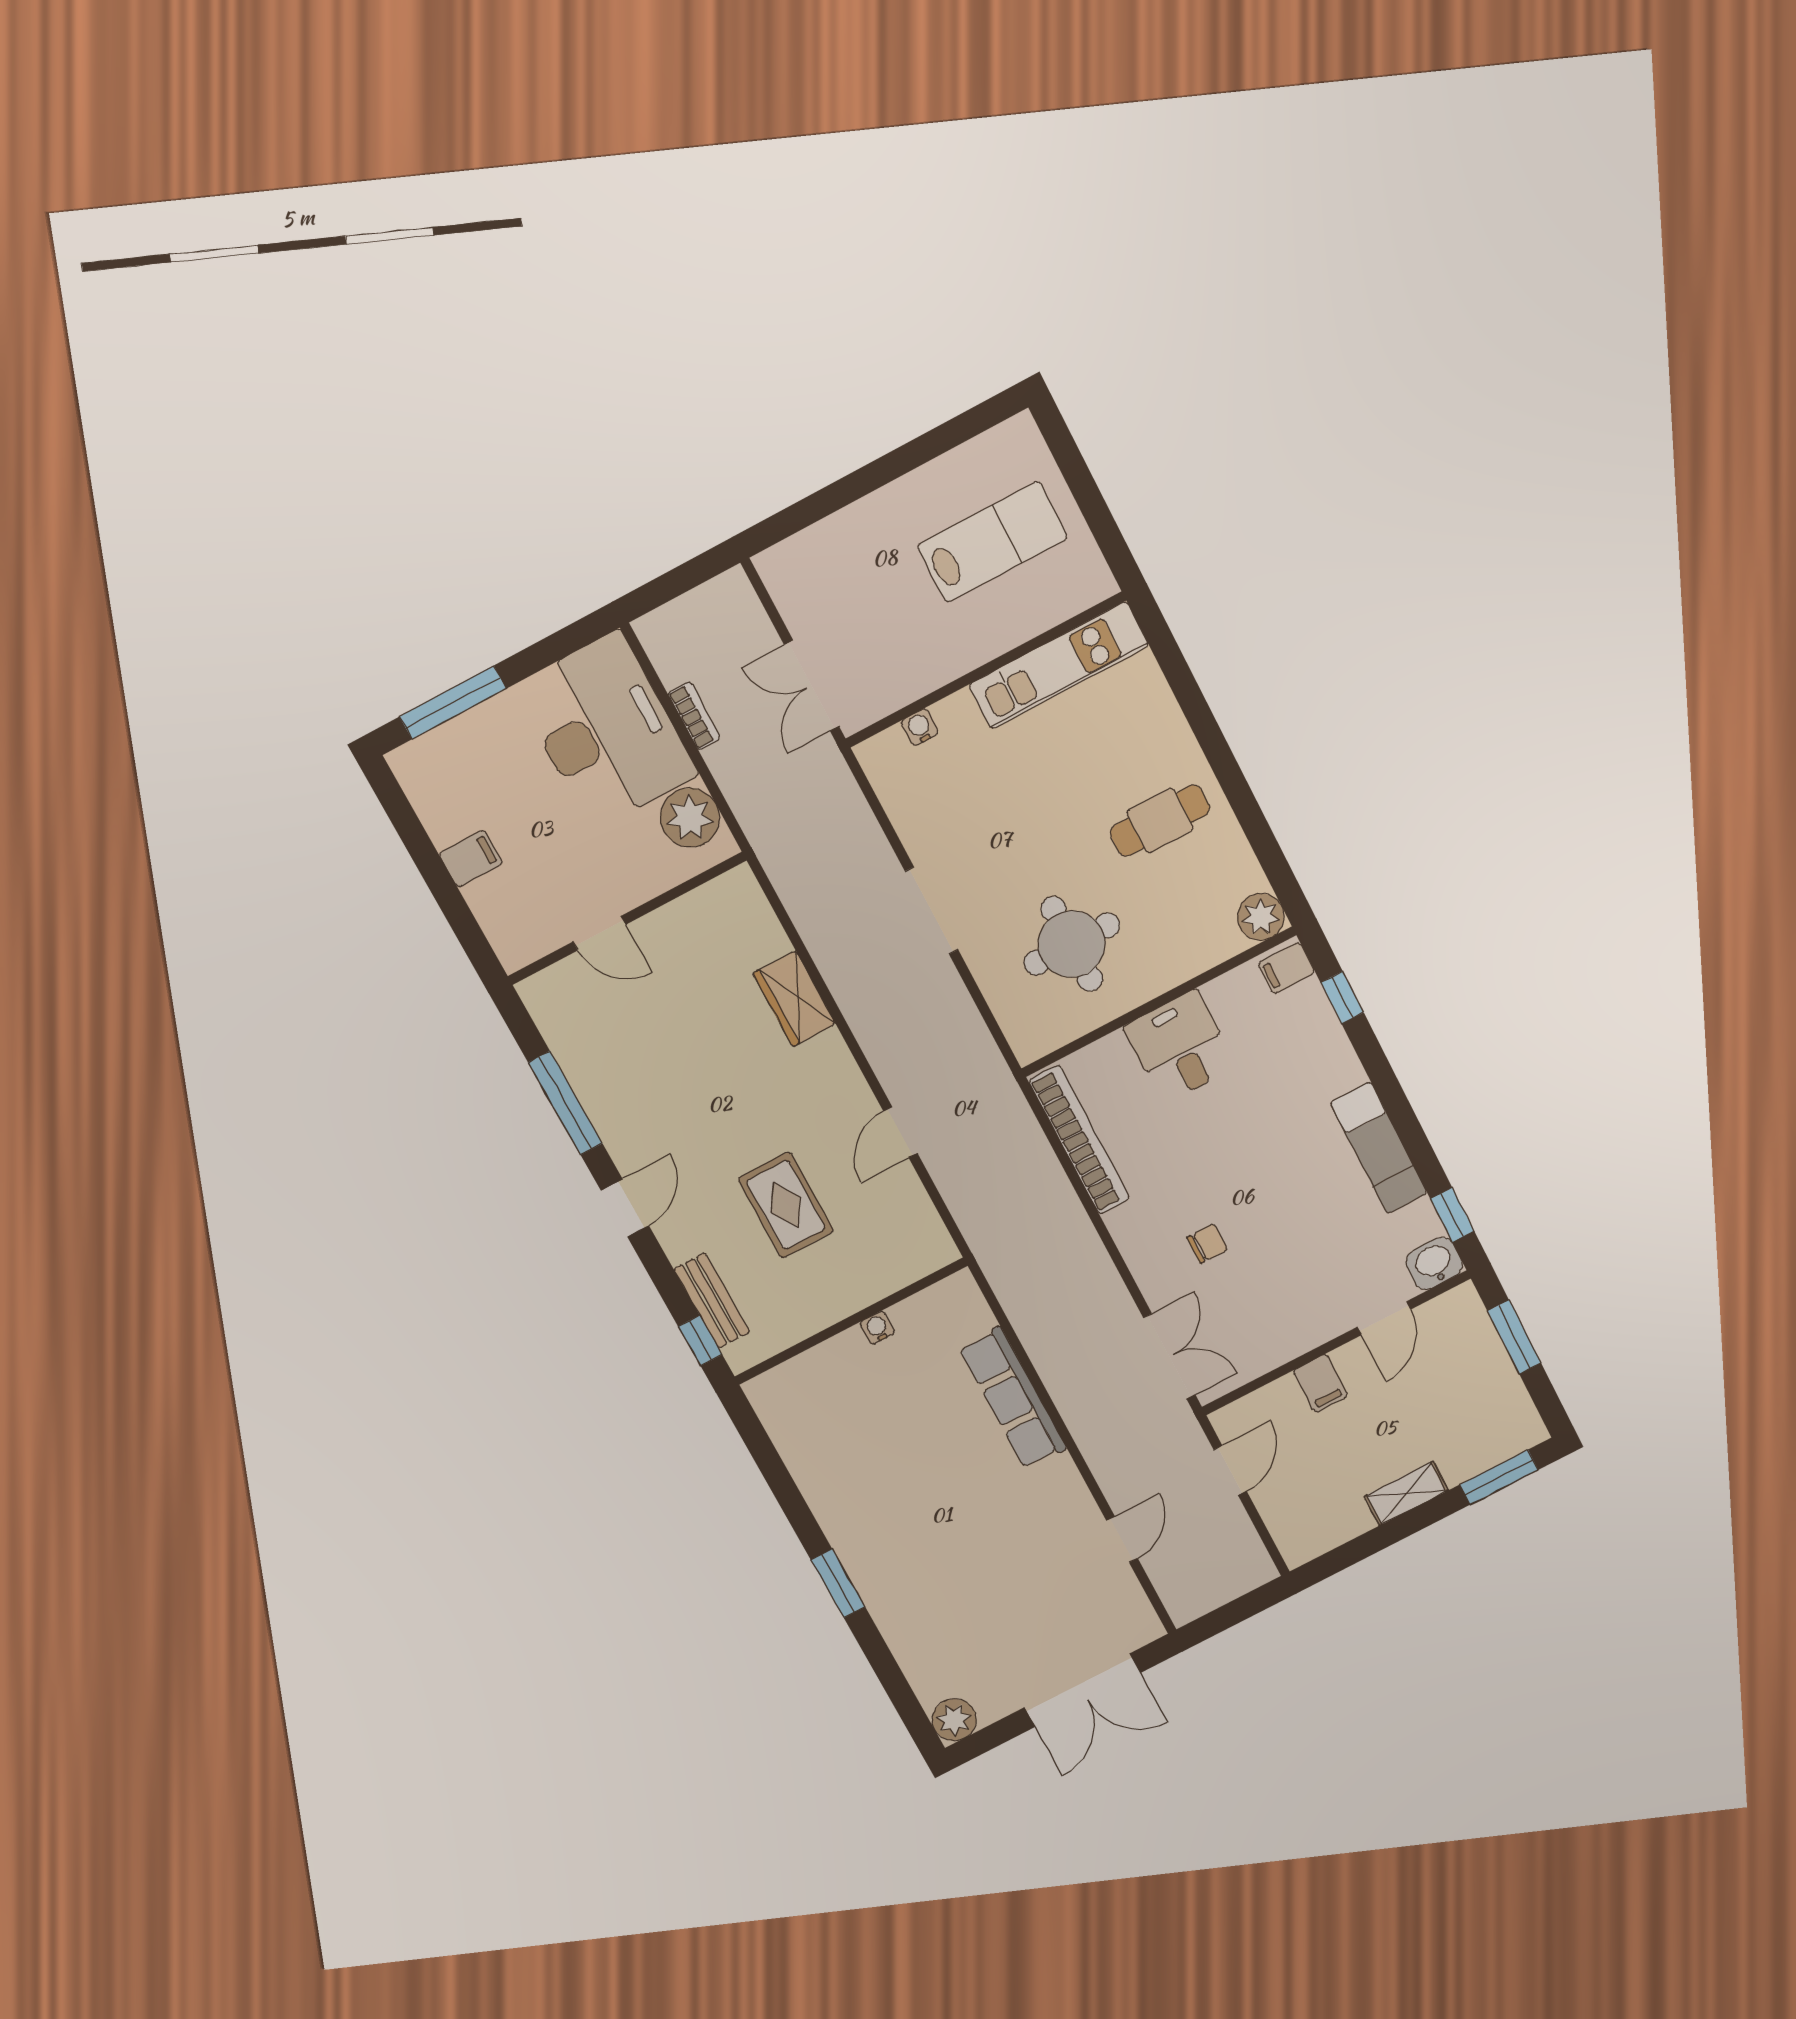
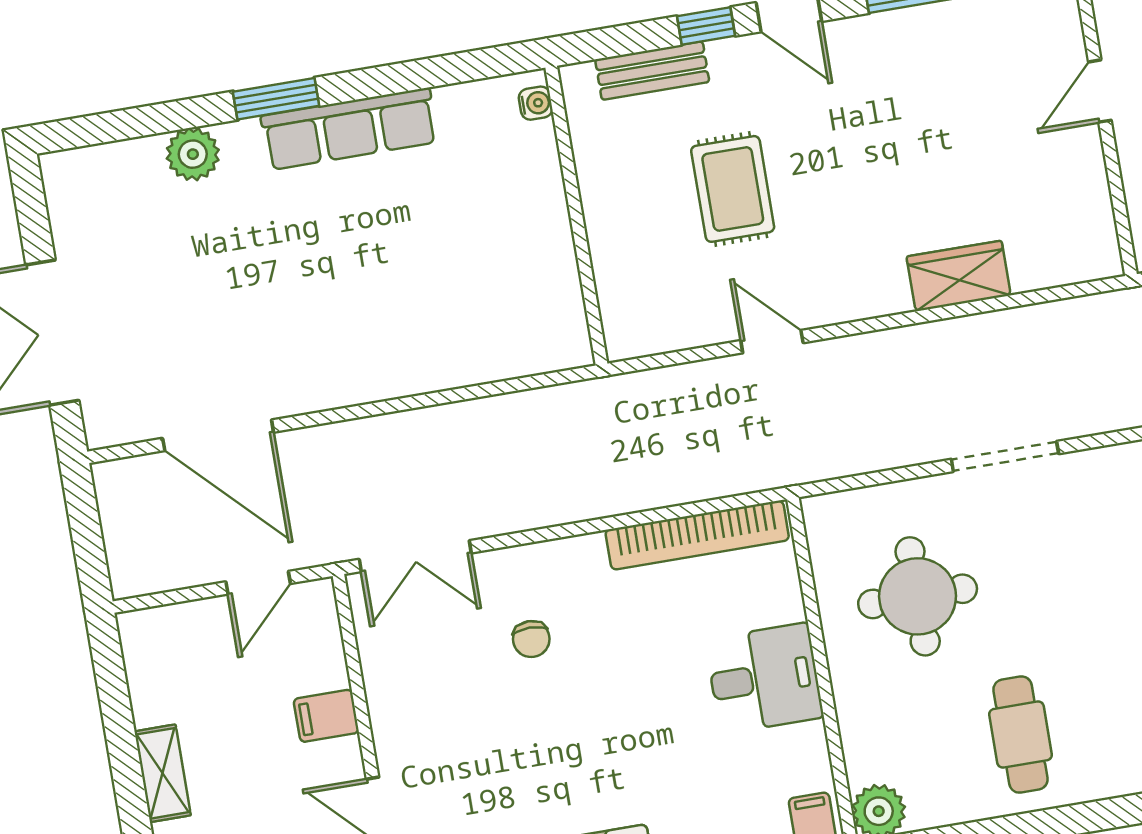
rug: (786, 1205) -> (733, 189), turned 90
water cooler: (877, 1328) -> (536, 103), moved
window: (700, 1341) -> (706, 26), moved
row of seats: (1013, 1398) -> (349, 129), moved, turned 180
door: (1230, 1470) -> (258, 583), hinge flipped
door: (1122, 1539) -> (218, 435), width x1.88
plant: (954, 1720) -> (193, 154), moved

